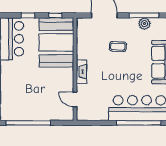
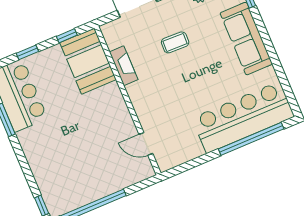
booth: (56, 42) -> (88, 61), width x0.73, depth x0.70
fireplace: (81, 72) -> (124, 66), moved

